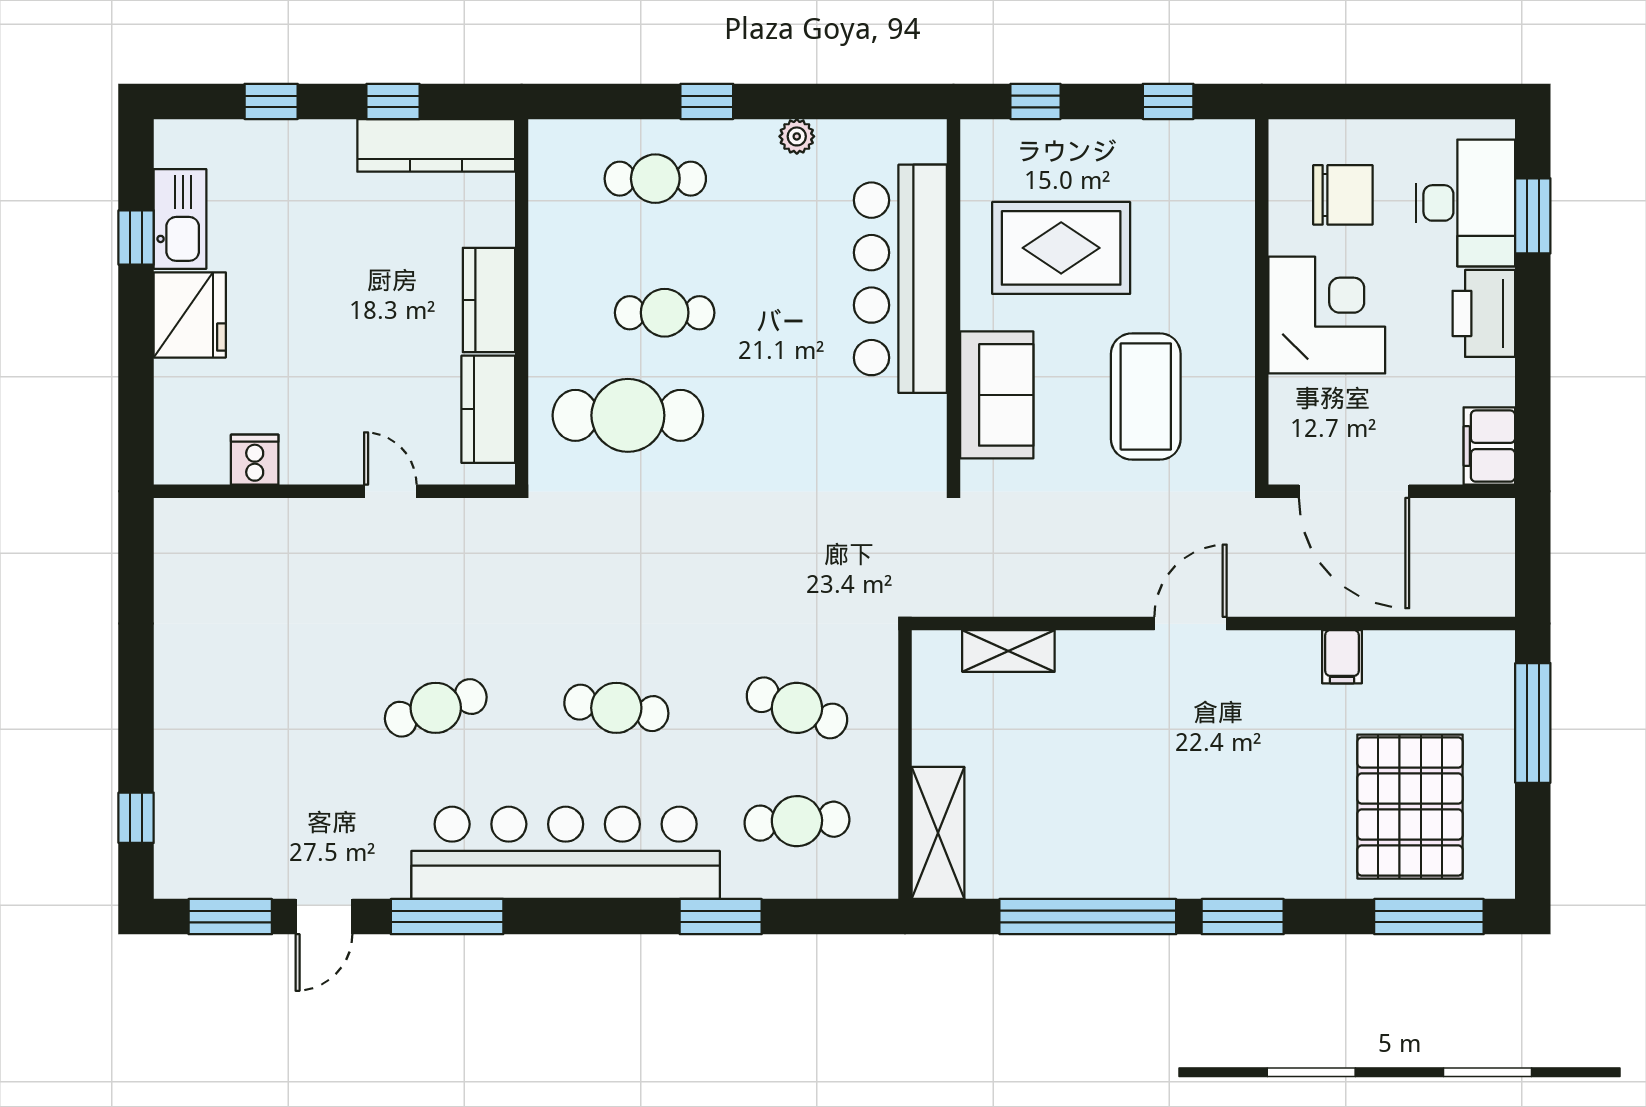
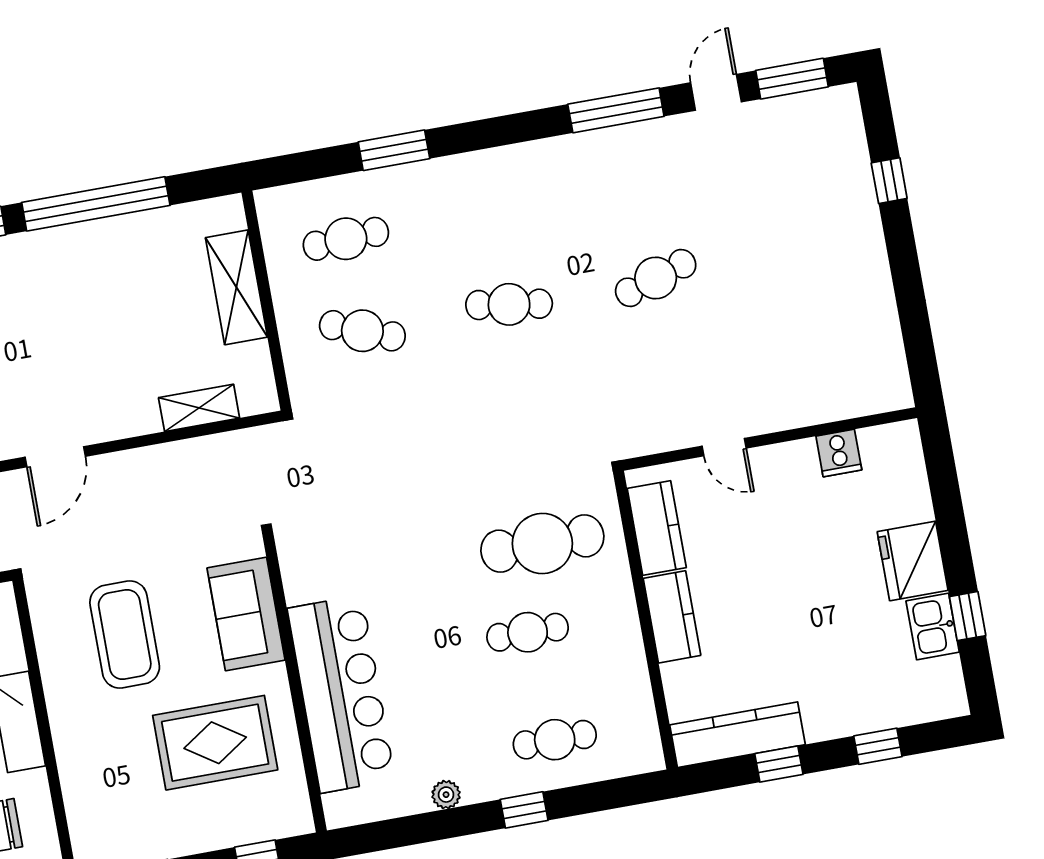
kitchen sink: (180, 219) -> (933, 626), width x0.73
window: (136, 818) -> (889, 181), moved
shelving: (938, 833) -> (236, 287), moved
bar counter: (566, 853) -> (529, 179), removed

